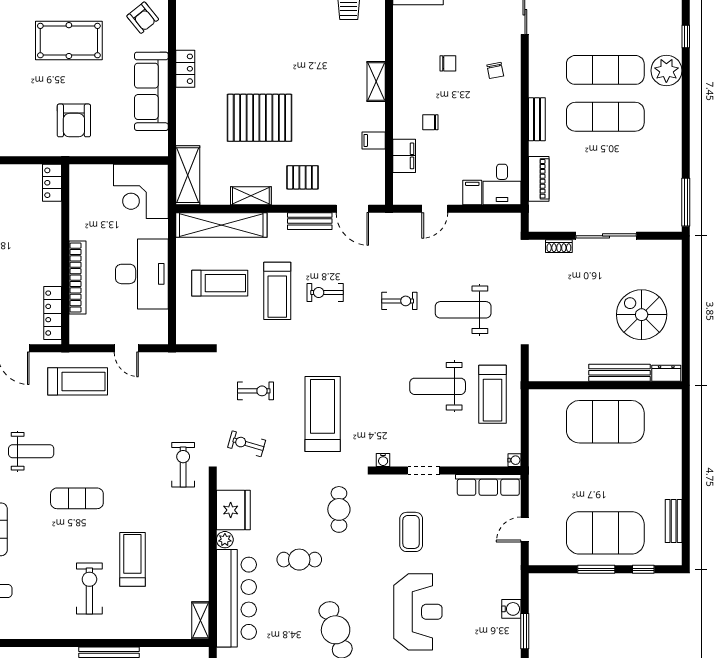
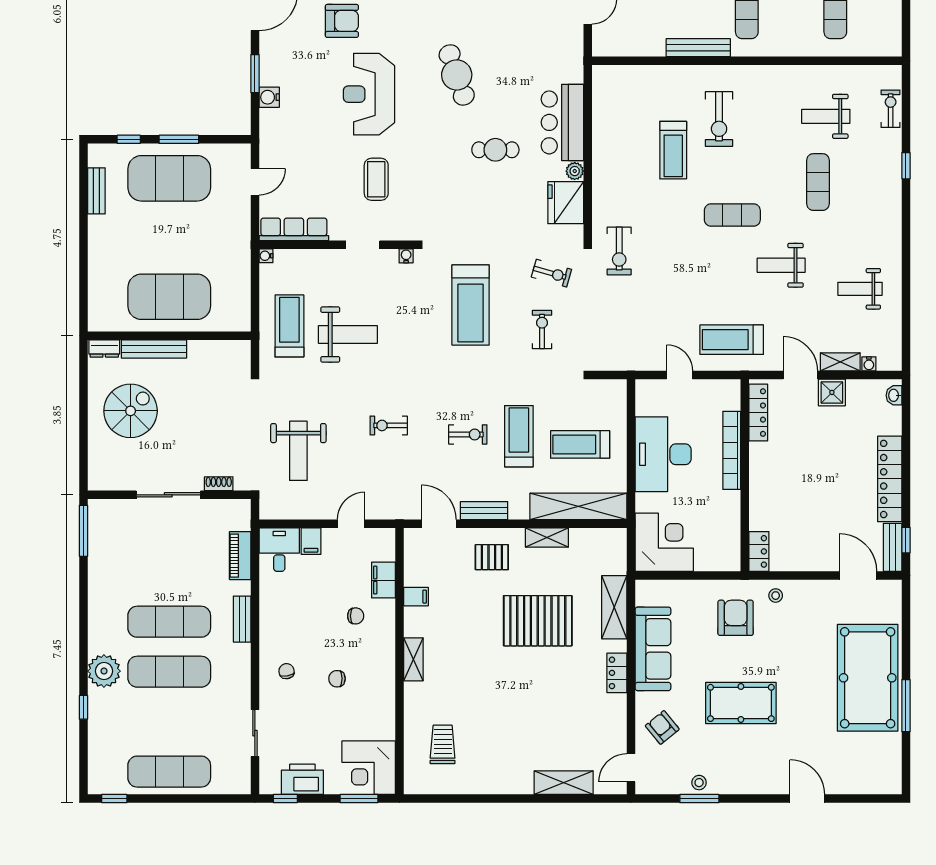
stool: (36, 141) -> (776, 596), added
shelving: (188, 175) -> (614, 607), moved
weight bench: (463, 310) -> (298, 451), moved, turned 90
spiral stairs: (642, 315) -> (131, 411), turned -90
exercise bike: (256, 391) -> (542, 330), turned 90
cafe table: (339, 509) -> (453, 203), removed
bar counter: (236, 598) -> (562, 122), width x0.73
shelving: (200, 620) -> (601, 85), removed

